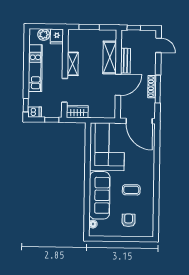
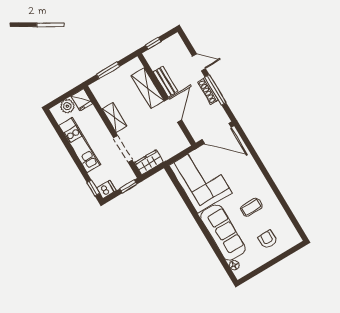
door: (158, 45) -> (199, 62), moved

